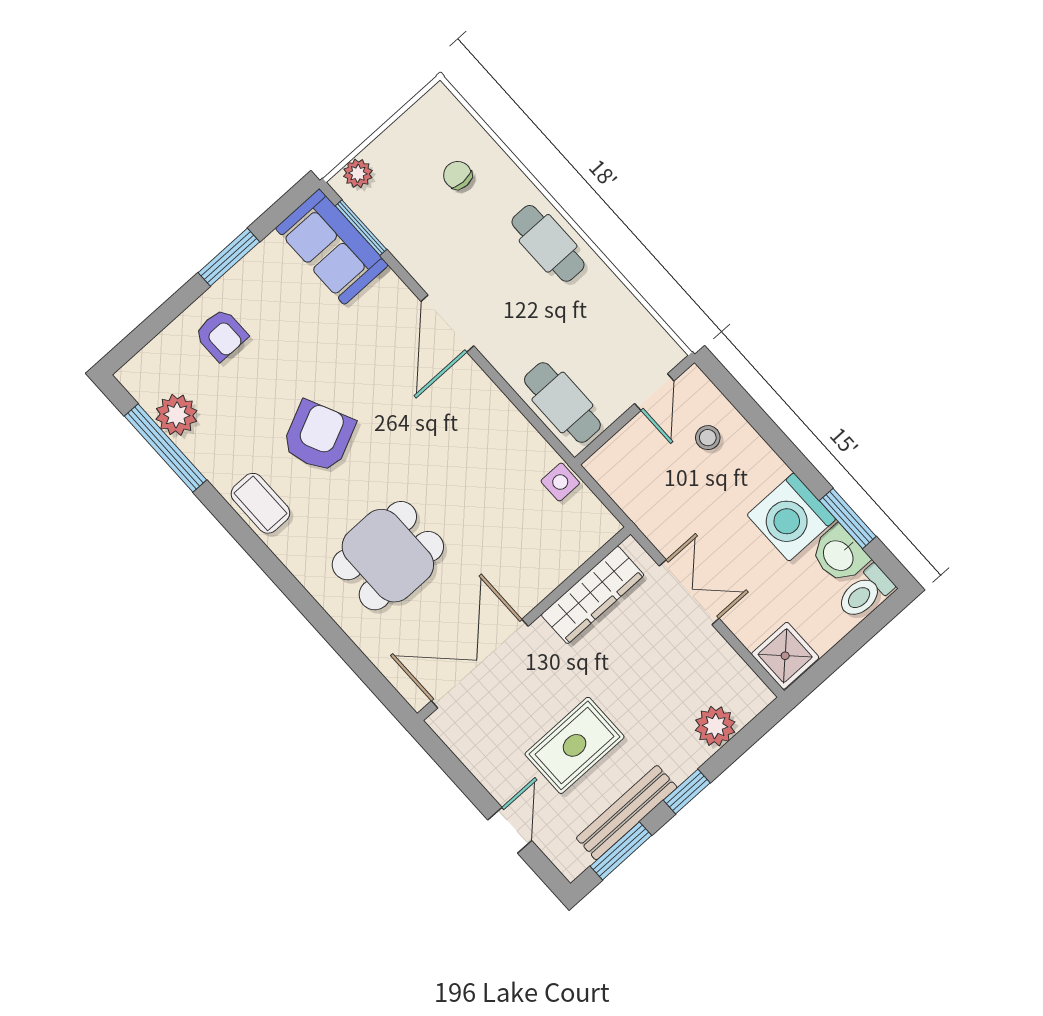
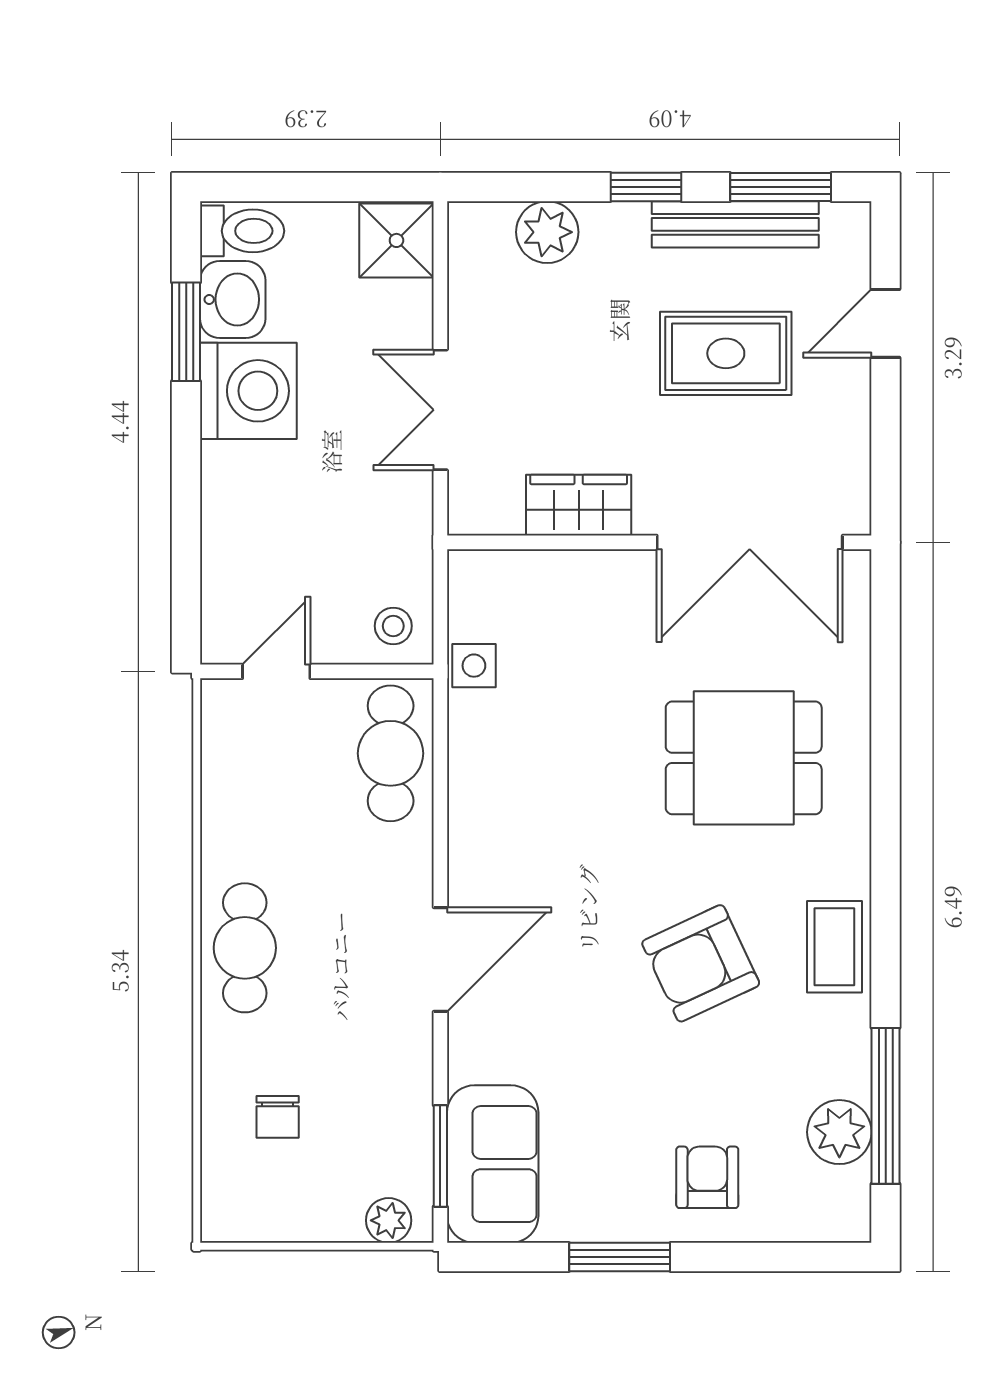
stool: (708, 438) -> (393, 626), moved
wardrobe: (593, 595) -> (579, 505), width x0.67

